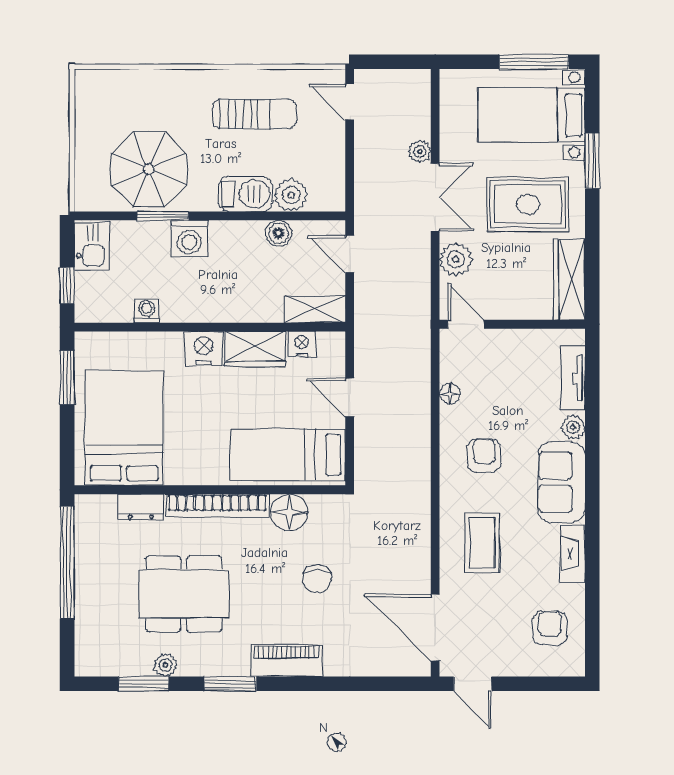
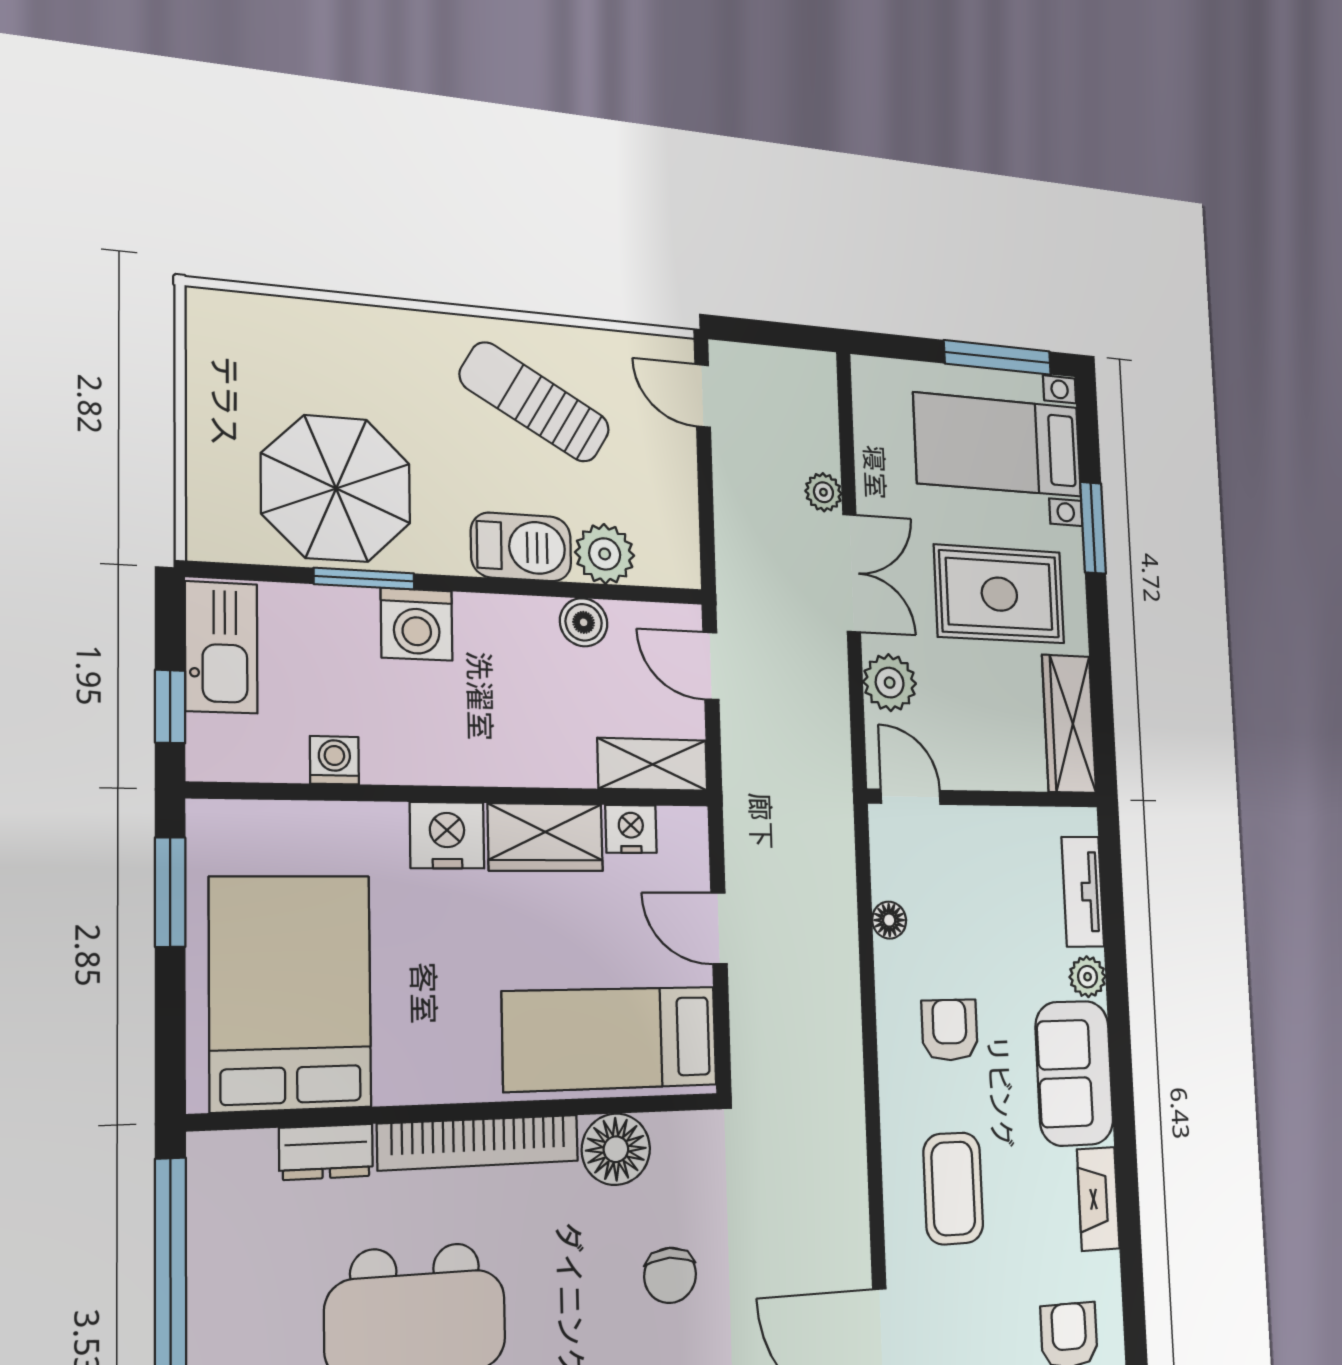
sun lounger: (254, 114) -> (535, 402), turned -150
kitchen sink: (92, 246) -> (221, 647), width x1.38

